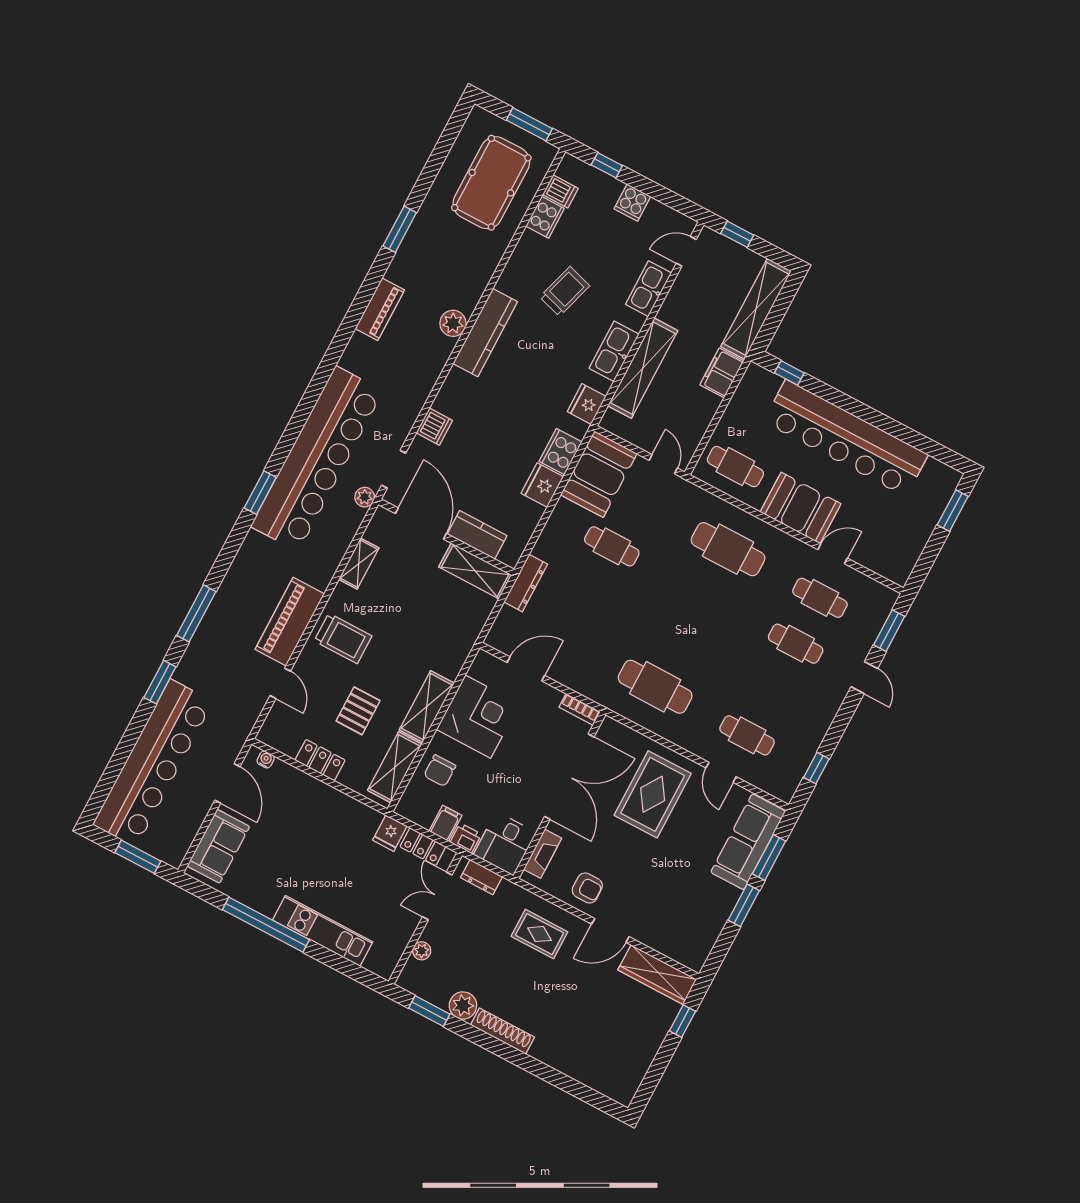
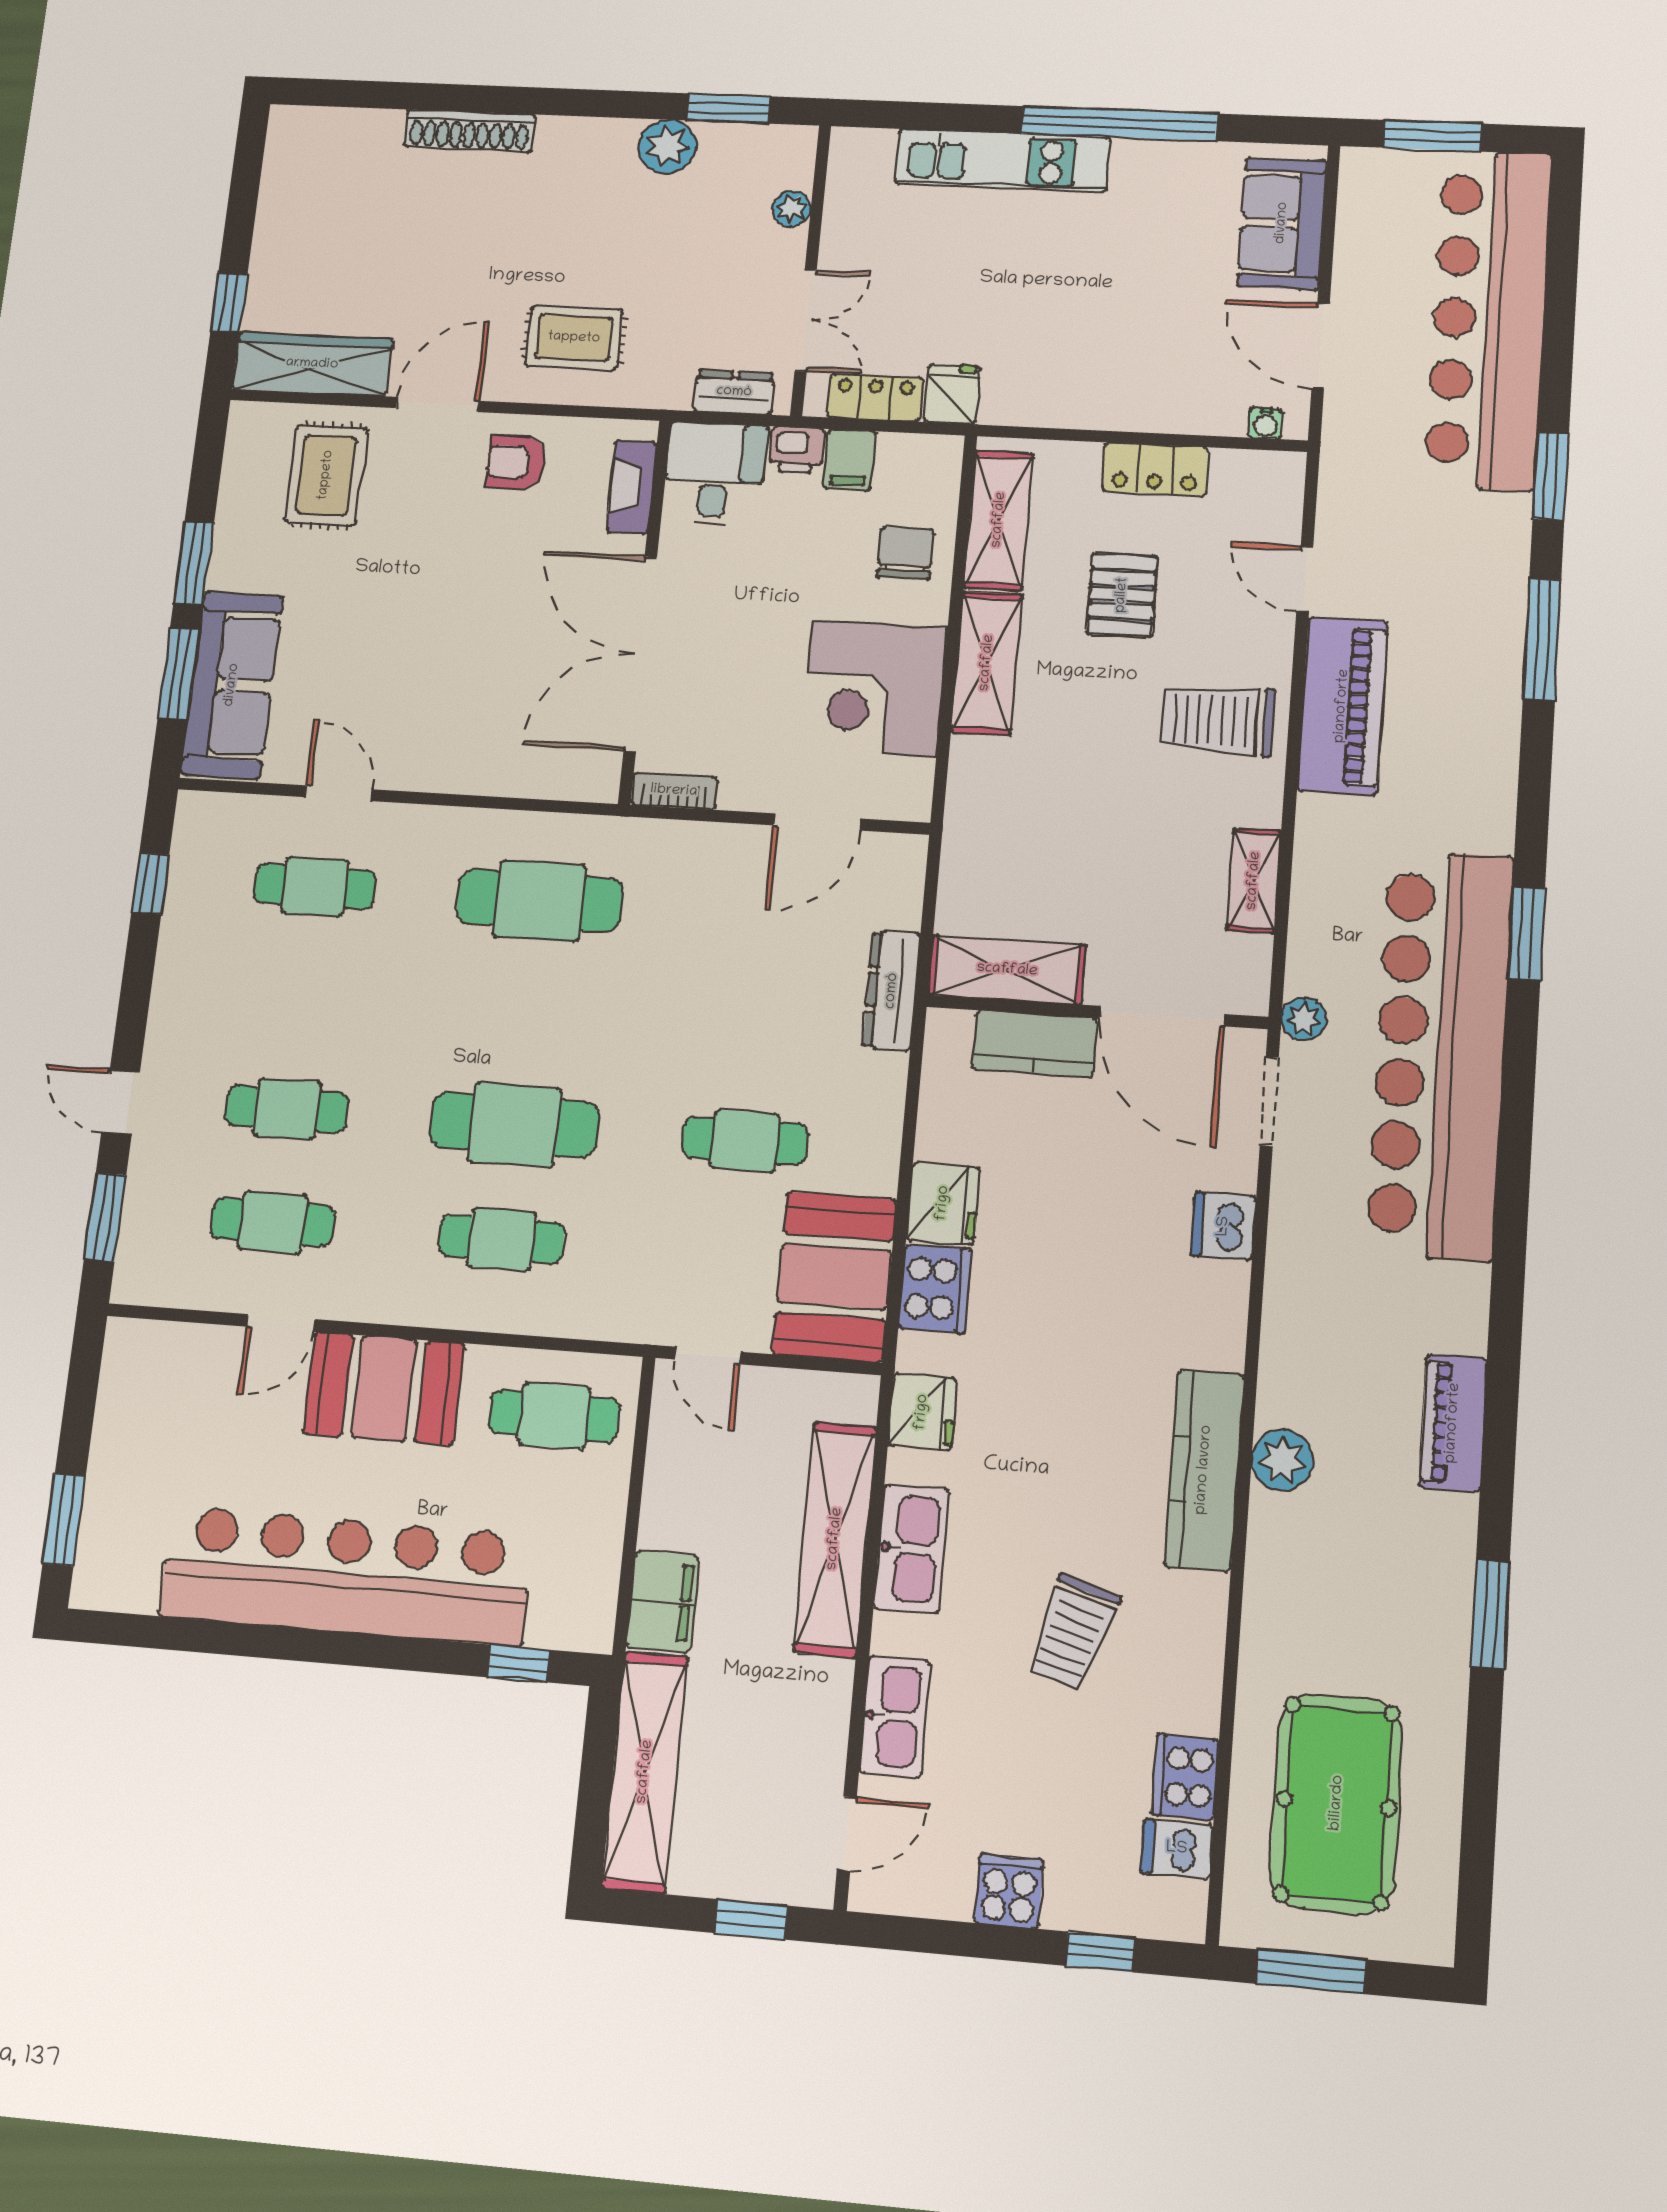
cafe table: (728, 549) -> (501, 1239), width x0.73, depth x0.74
cafe table: (704, 595) -> (514, 1125), added
rug: (653, 794) -> (326, 475), moved, width x0.73, depth x0.70
shoe rack: (502, 1031) -> (470, 131), moved

